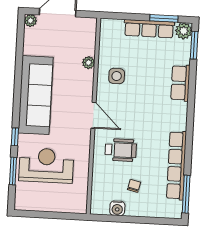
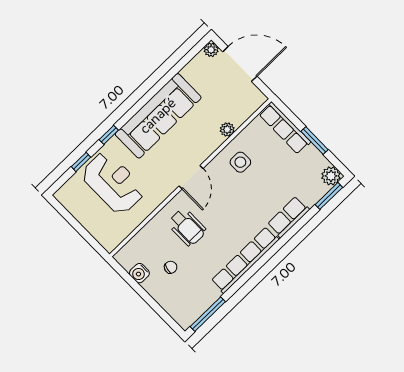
window: (164, 18) -> (314, 141), moved
row of seats: (149, 29) -> (285, 128), moved
row of seats: (177, 165) -> (245, 260), moved
window: (13, 171) -> (81, 162), width x0.67

